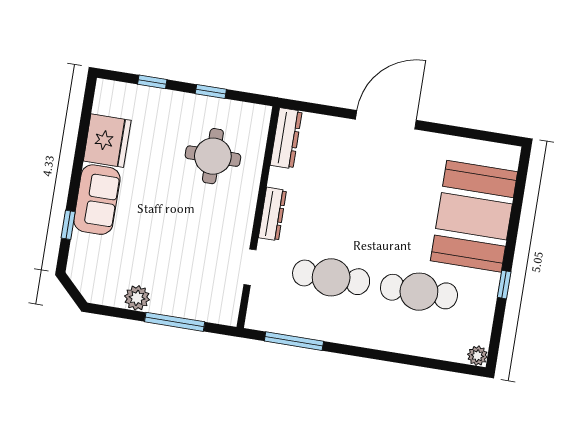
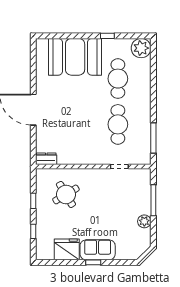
dresser: (286, 138) -> (46, 159), width x0.70
round table: (213, 156) -> (66, 194), turned -31
dresser: (272, 214) -> (90, 159), removed
window: (68, 225) -> (93, 262), moved
plant: (477, 356) -> (141, 48), width x1.88, depth x1.88

